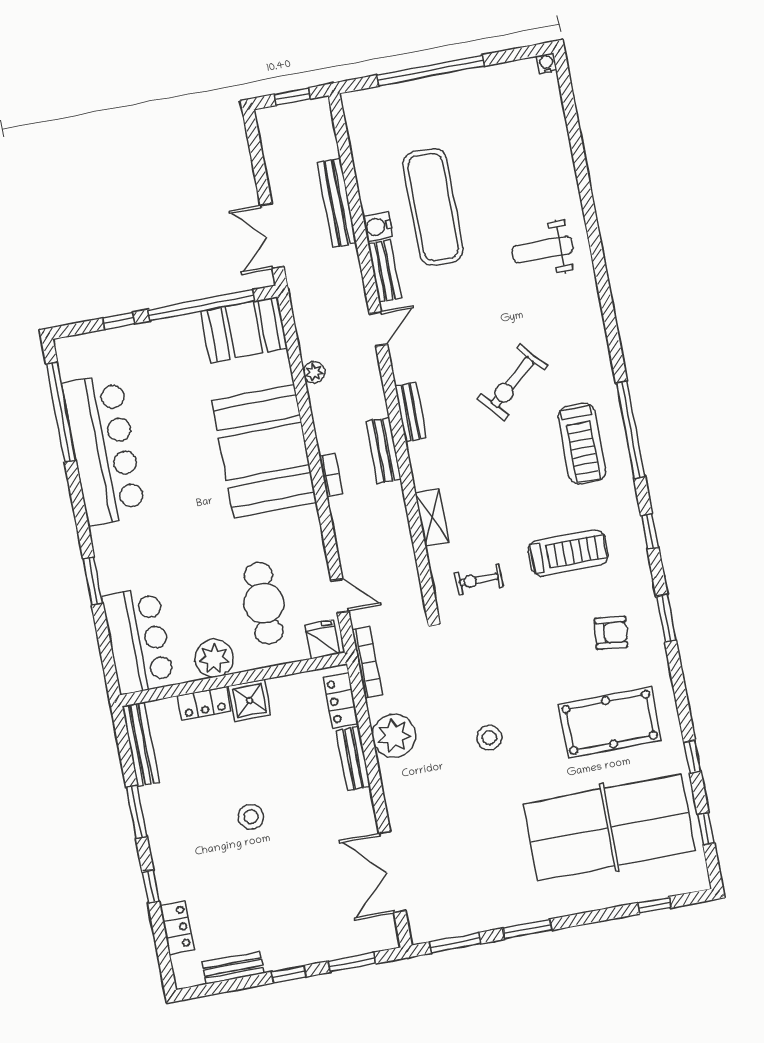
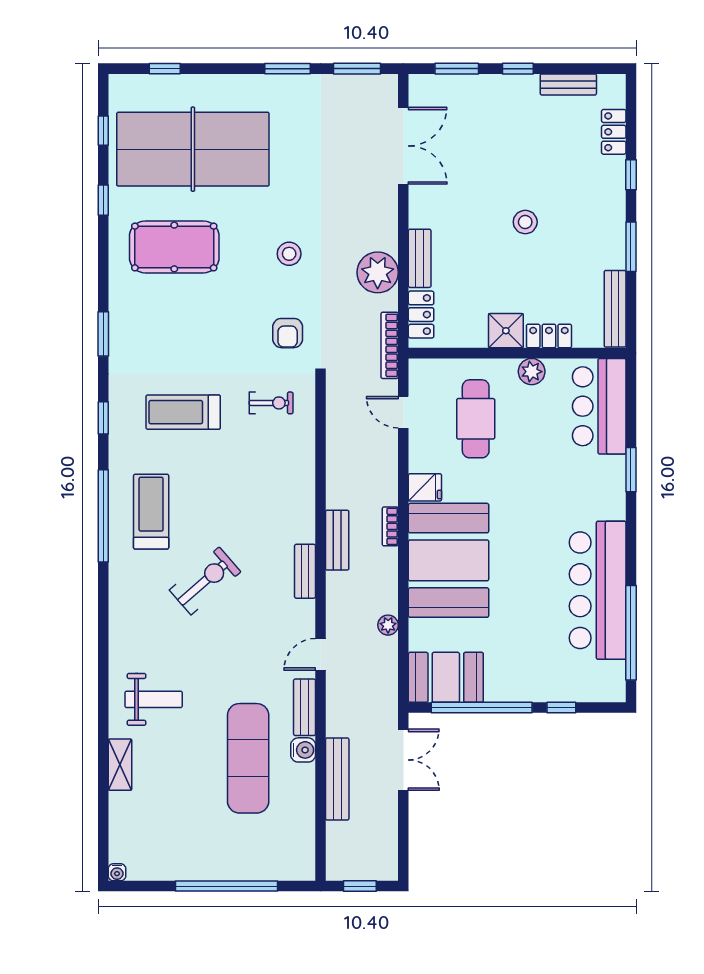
shelving: (432, 518) -> (120, 765), moved
armchair: (611, 633) -> (288, 333), moved, turned -97
fridge: (322, 639) -> (425, 487), moved, turned -90
plant: (214, 658) -> (532, 372), width x0.73, depth x0.73

